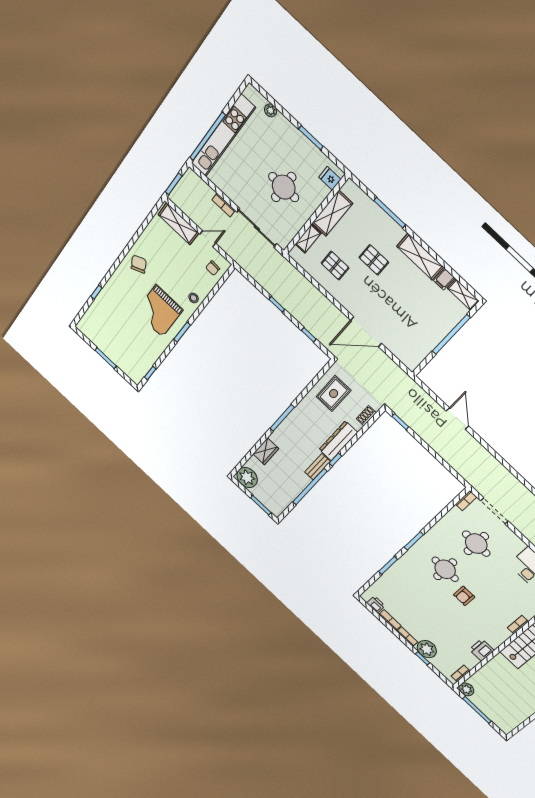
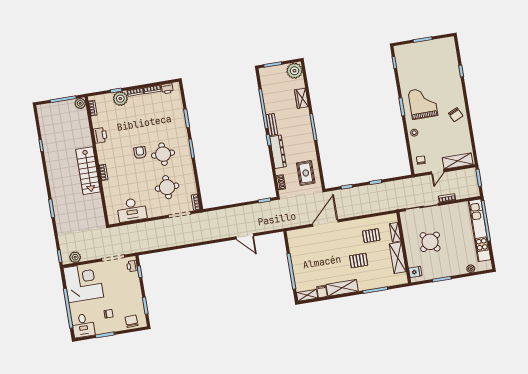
round table: (284, 187) -> (430, 242), turned -38

